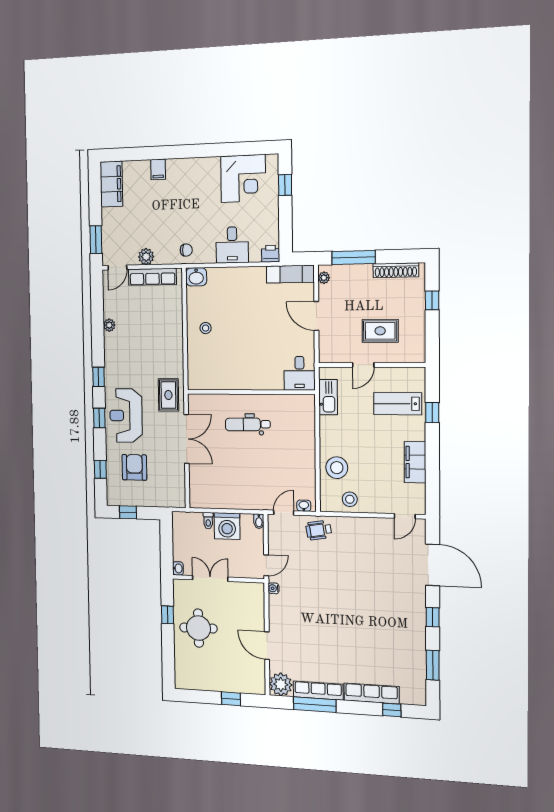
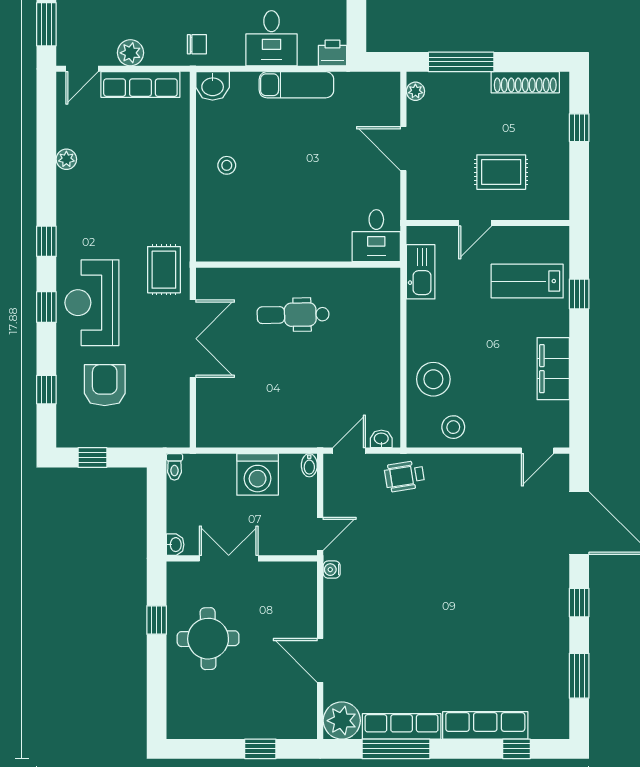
exam couch: (290, 274) -> (296, 85), moved
toilet: (208, 521) -> (174, 467), moved

